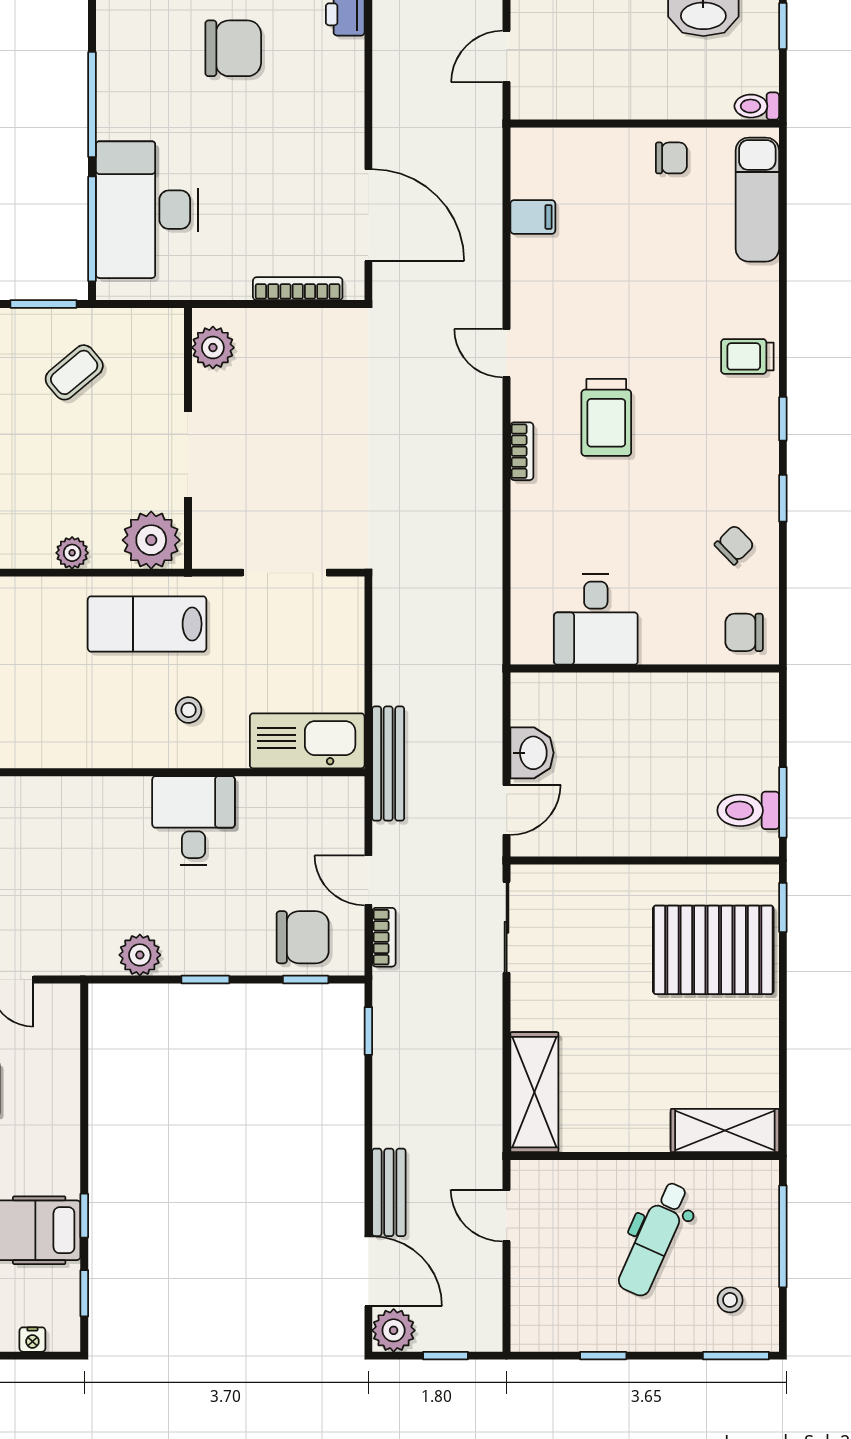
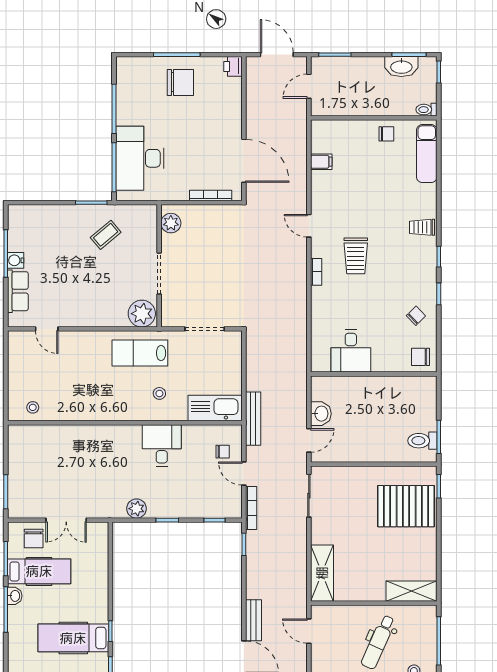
plant: (72, 553) -> (105, 320), removed
chair: (303, 937) -> (223, 452), moved, width x0.54, depth x0.54
bookcase: (384, 937) -> (251, 508), width x1.56

